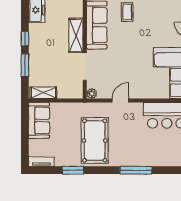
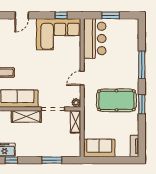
window: (25, 39) -> (11, 160), moved
shelving: (43, 93) -> (75, 122), moved
door: (120, 101) -> (82, 78), hinge flipped
window: (73, 170) -> (142, 104), moved

